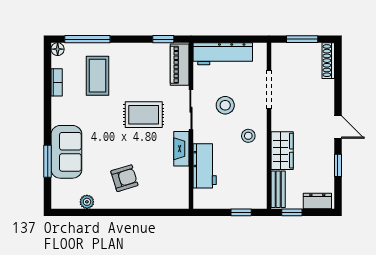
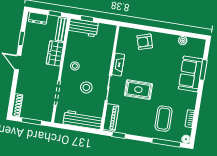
workbench: (205, 166) -> (83, 28), moved, turned -90
armchair: (124, 178) -> (145, 42), moved

